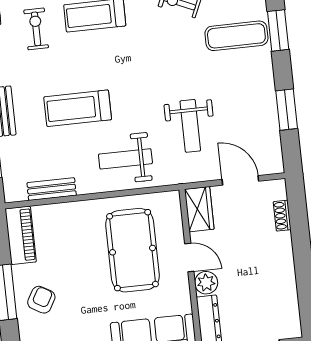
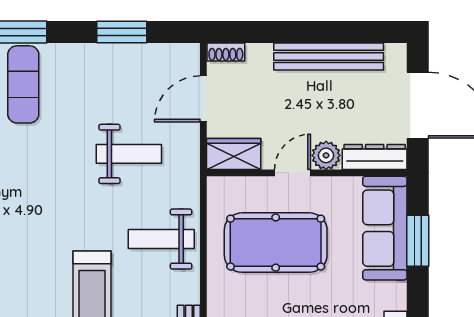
weight bench: (125, 159) -> (161, 239), turned 90
shoe rack: (282, 216) -> (226, 52), moved
bench: (285, 276) -> (329, 56), added

